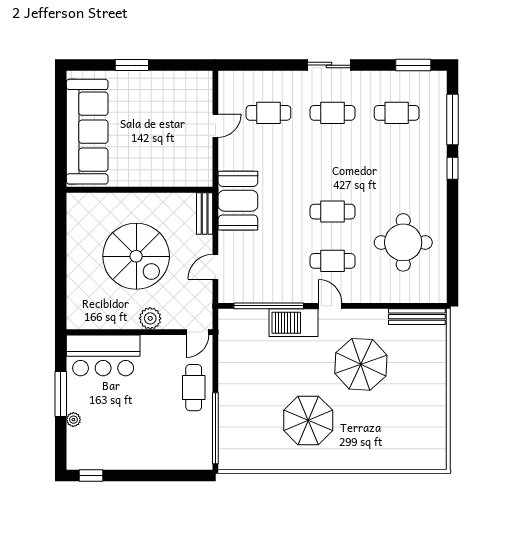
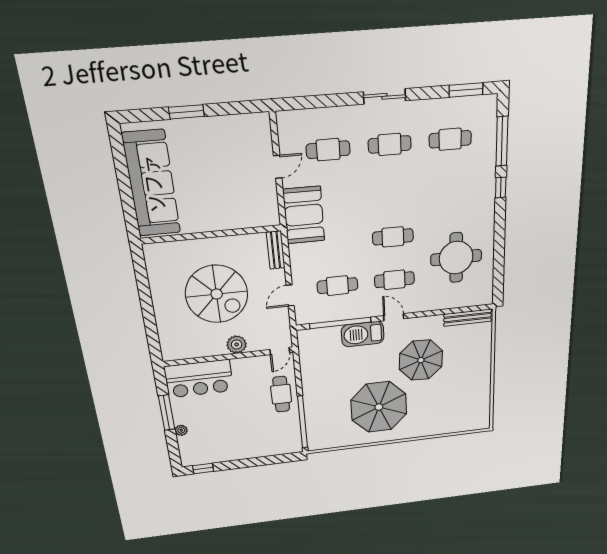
booth: (238, 201) -> (304, 215), moved
cafe table: (268, 261) -> (337, 286), added
parasol: (308, 420) -> (379, 407), width x1.36, depth x1.36

